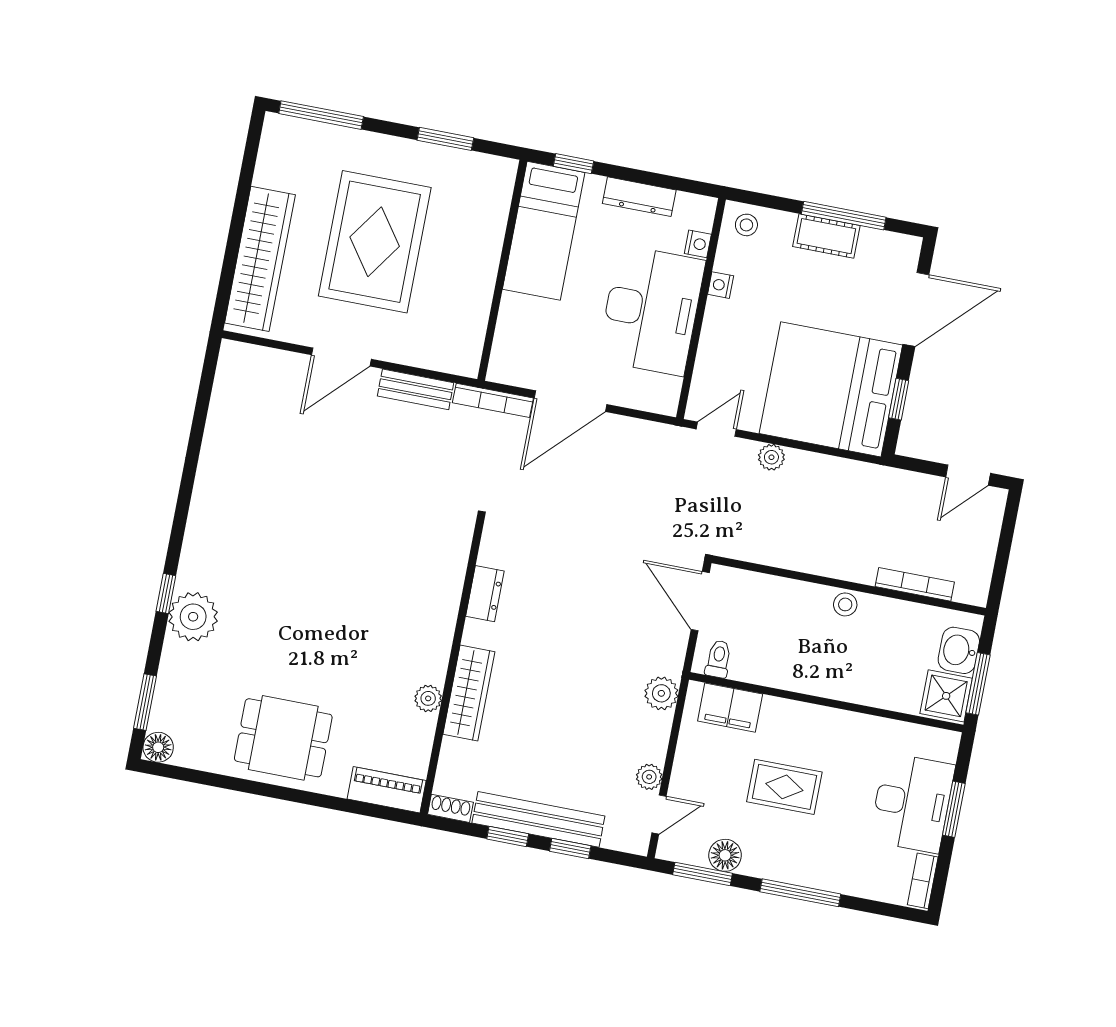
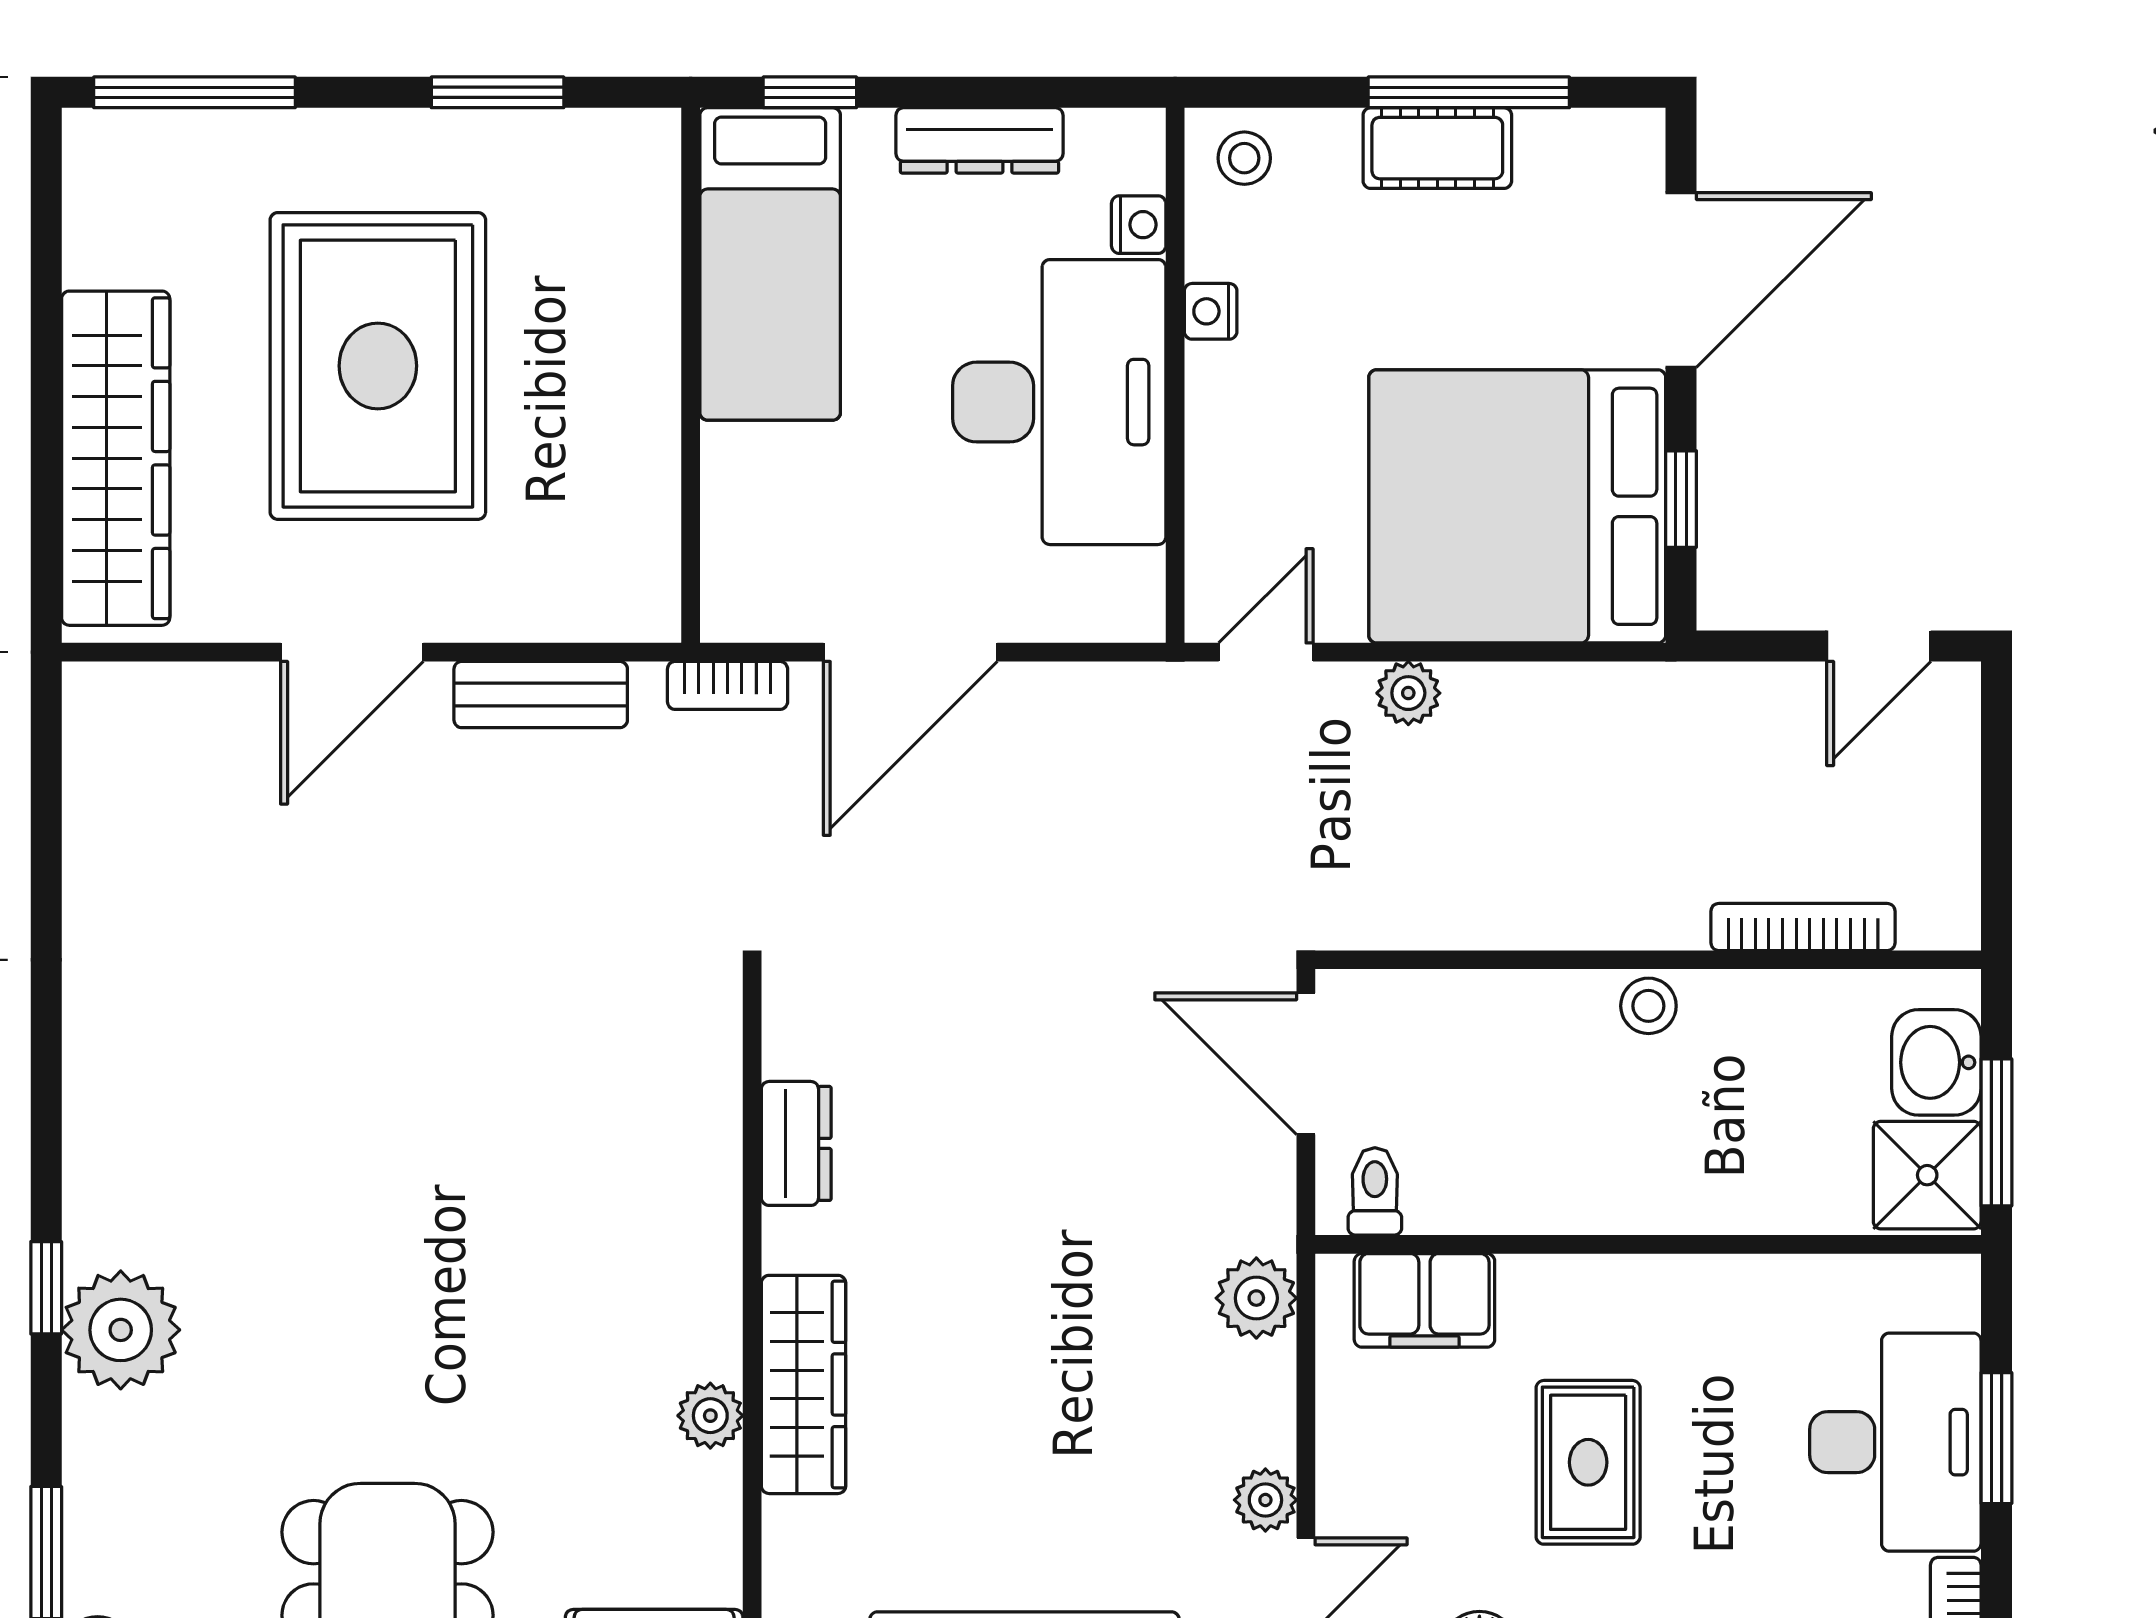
bookcase: (493, 400) -> (728, 685), width x0.64
rug: (784, 787) -> (1588, 1462), turned 90

